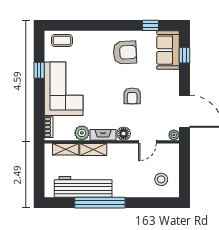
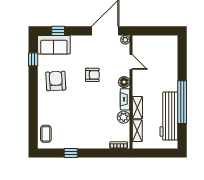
corner sofa: (64, 89) -> (86, 132), removed
stool: (161, 179) -> (163, 50), removed

